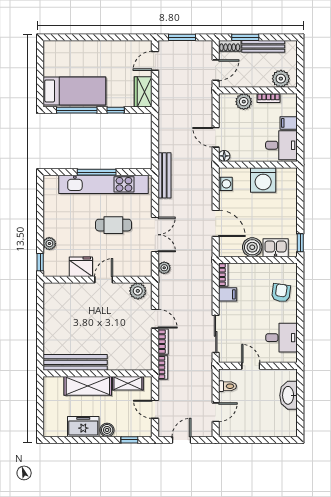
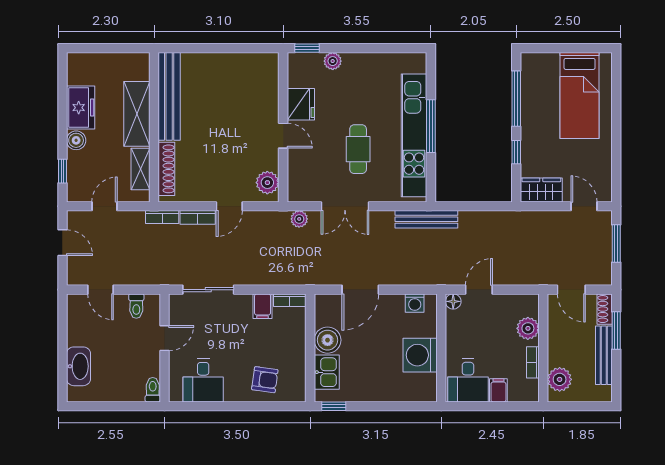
bed: (74, 91) -> (580, 95), moved
shoe rack: (128, 364) -> (166, 169), added
toilet: (288, 374) -> (153, 390), added
washbasin: (289, 395) -> (78, 366), moved, turned 90

